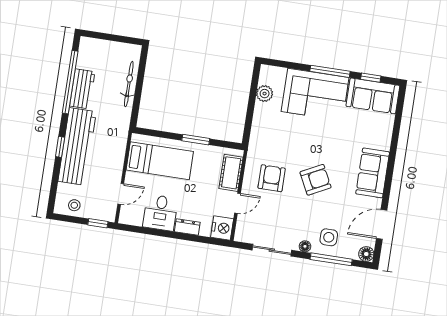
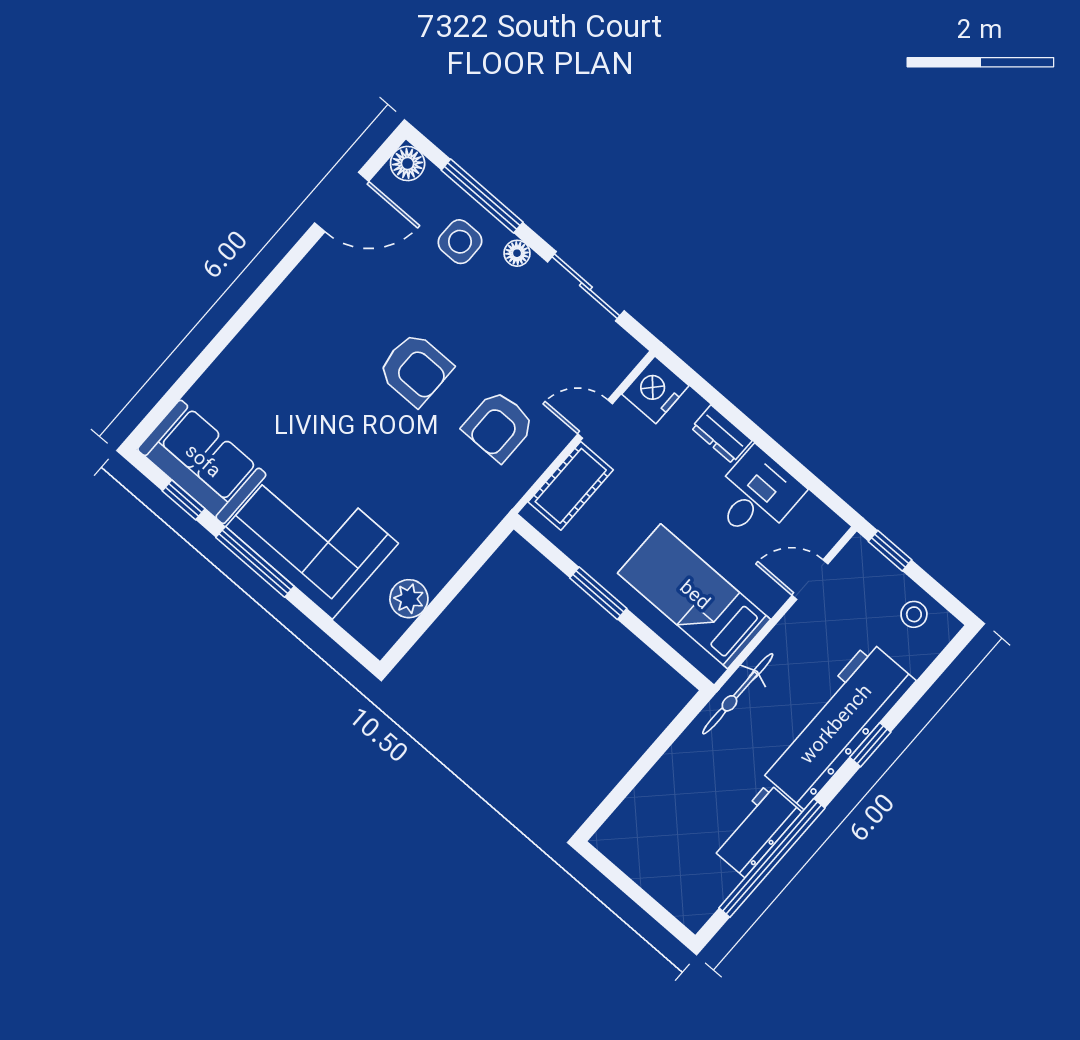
bicycle: (129, 84) -> (738, 694), moved
sofa: (373, 173) -> (296, 313), removed
armchair: (316, 180) -> (415, 369), turned -153

